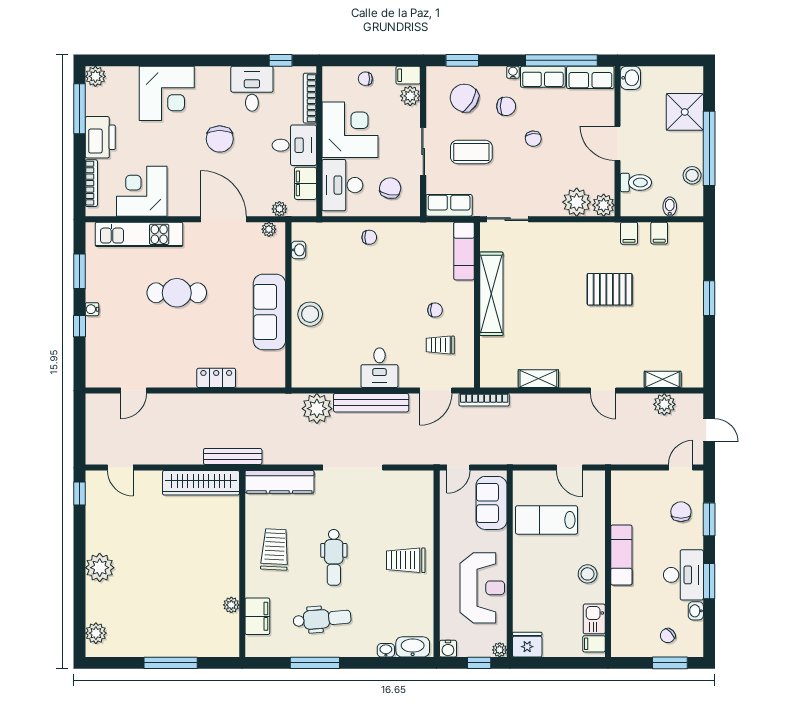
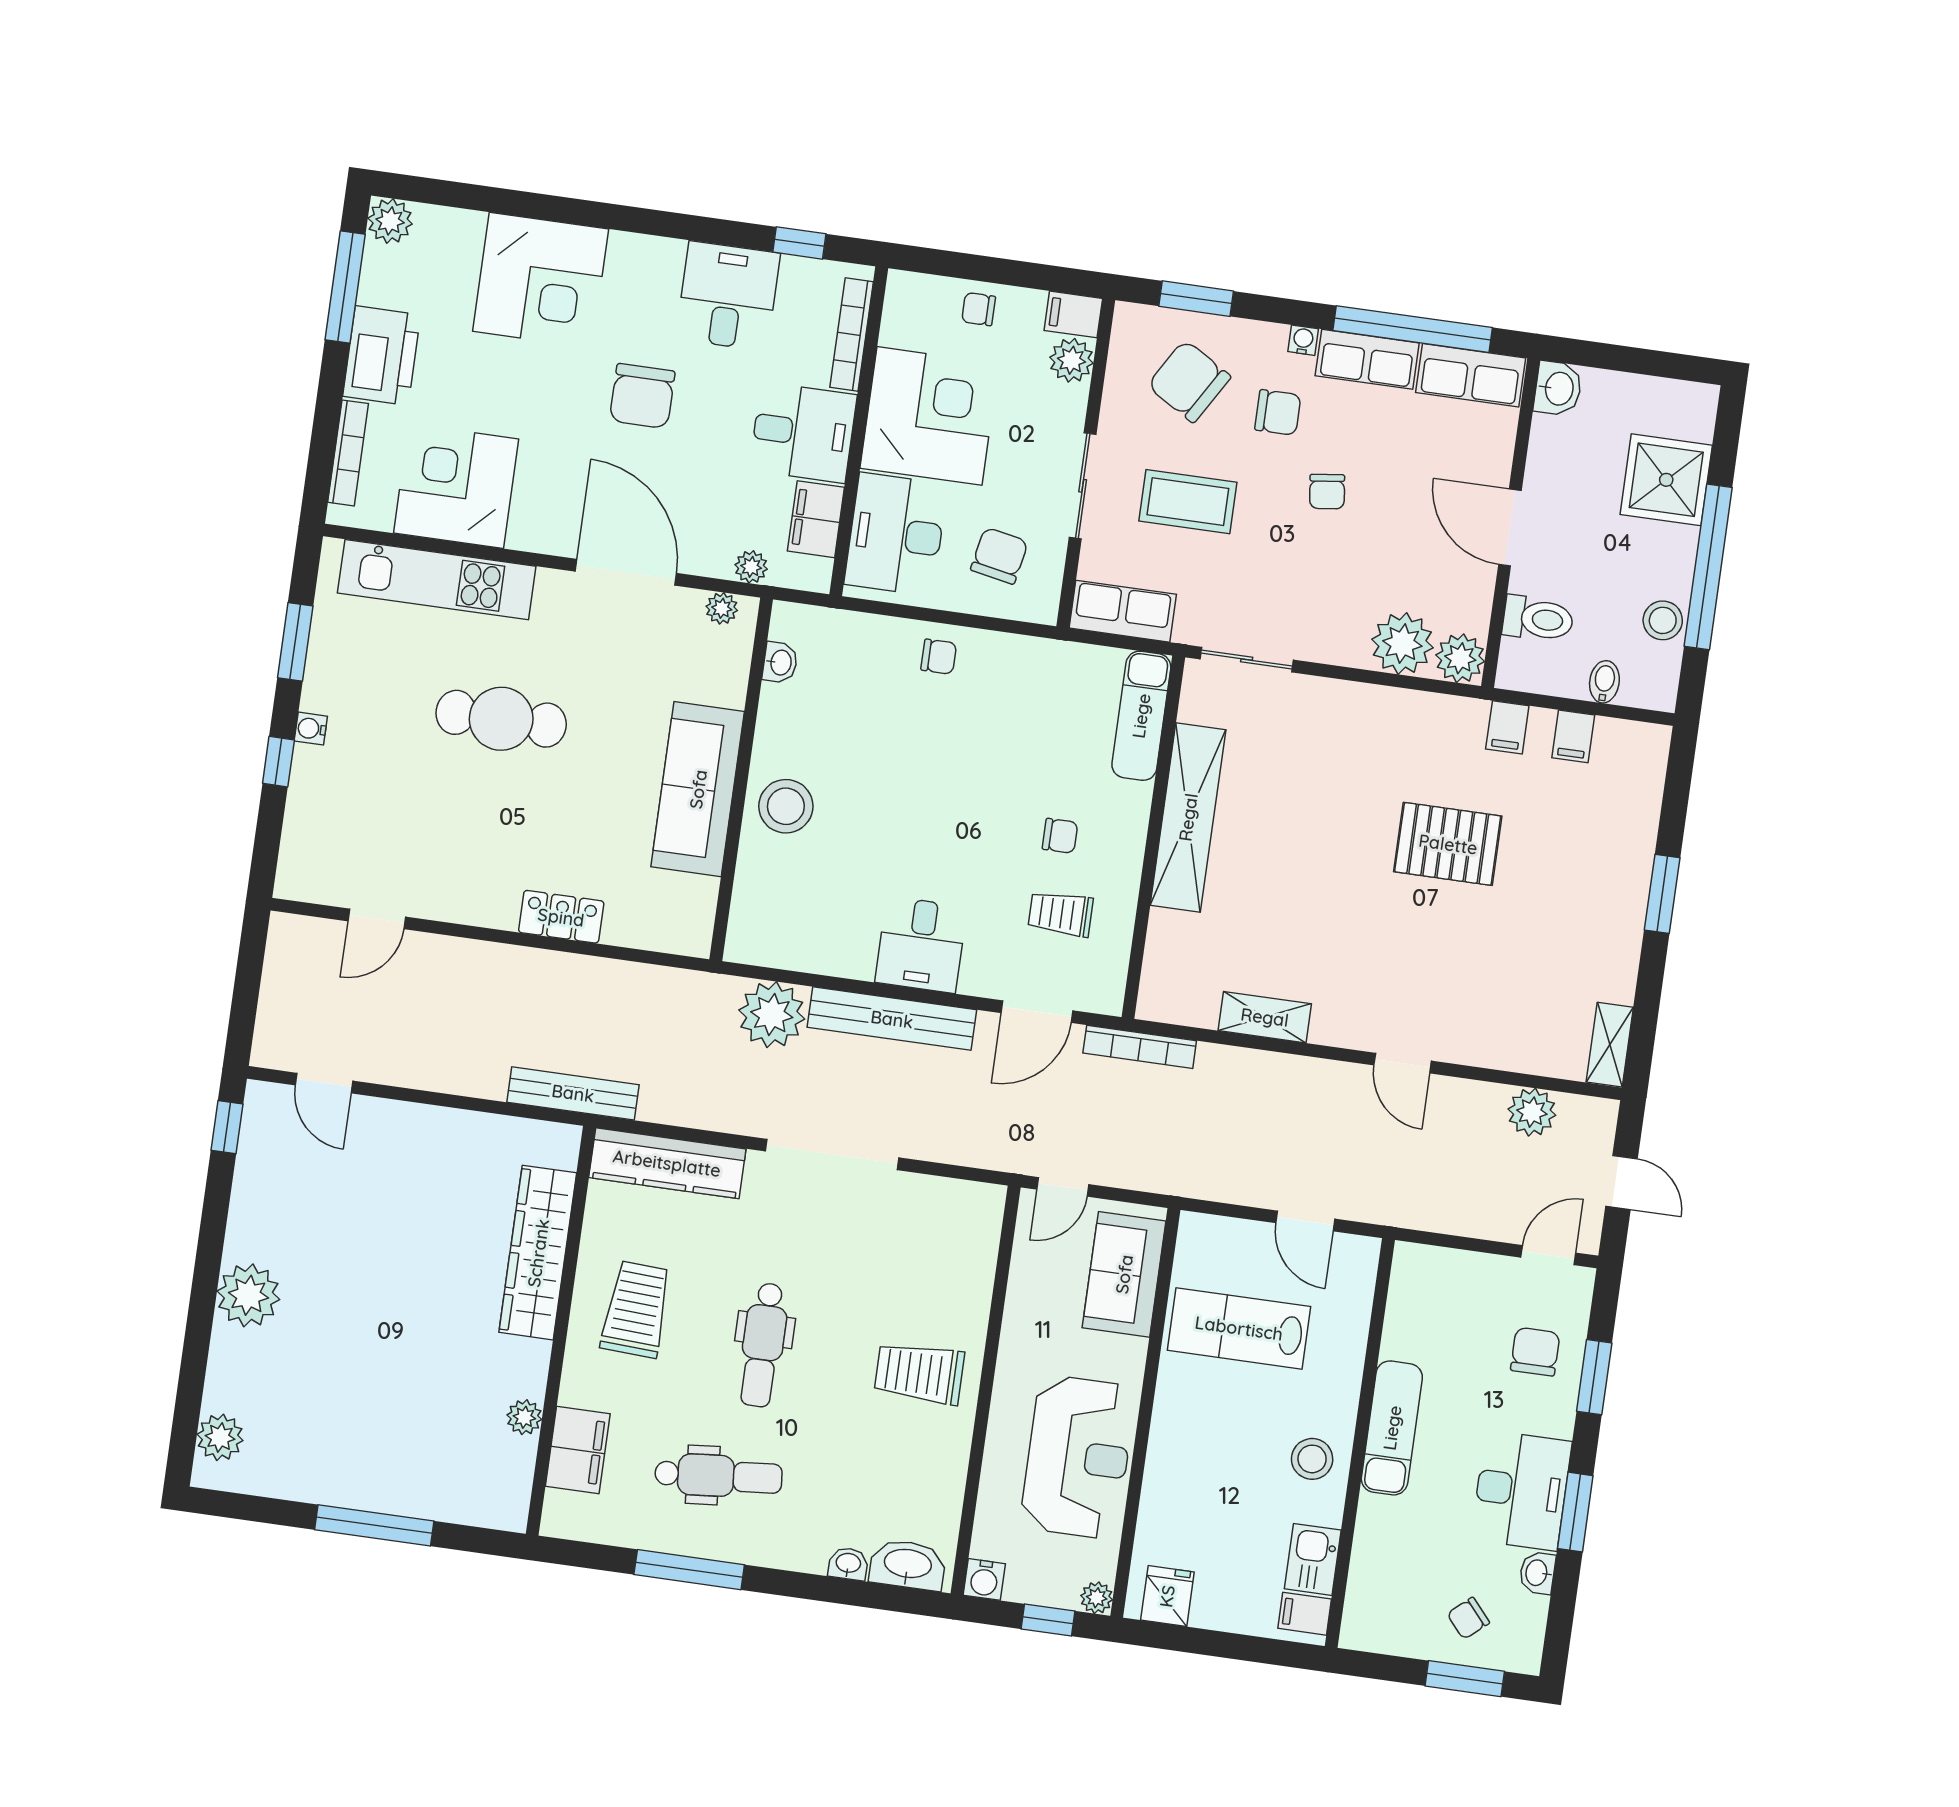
shelving: (663, 379) -> (1610, 1045), moved, turned 90
wardrobe: (201, 483) -> (538, 1253), moved, turned 90
fridge: (527, 645) -> (1167, 1596), width x0.72

